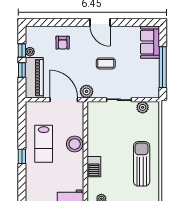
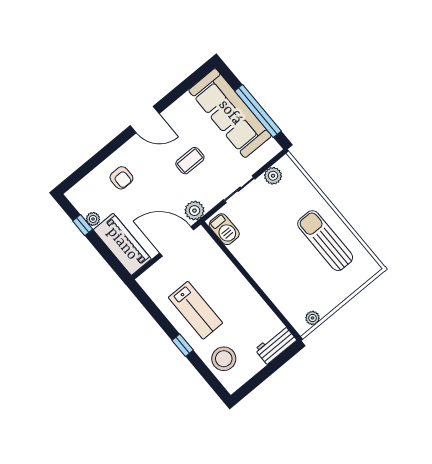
sofa: (150, 42) -> (230, 113), width x1.85, depth x1.27
window: (22, 70) -> (101, 247), removed
stool: (75, 144) -> (224, 359), moved
barbecue: (94, 167) -> (224, 229), moved

